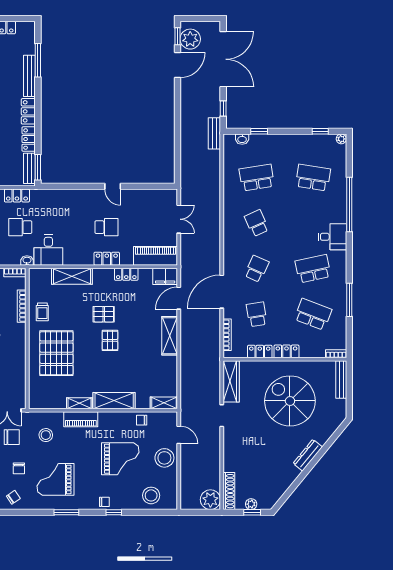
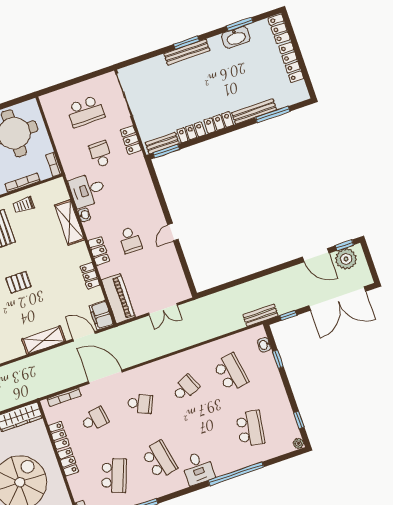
washbasin: (27, 260) -> (84, 215), moved
pallet: (104, 314) -> (43, 267), removed

